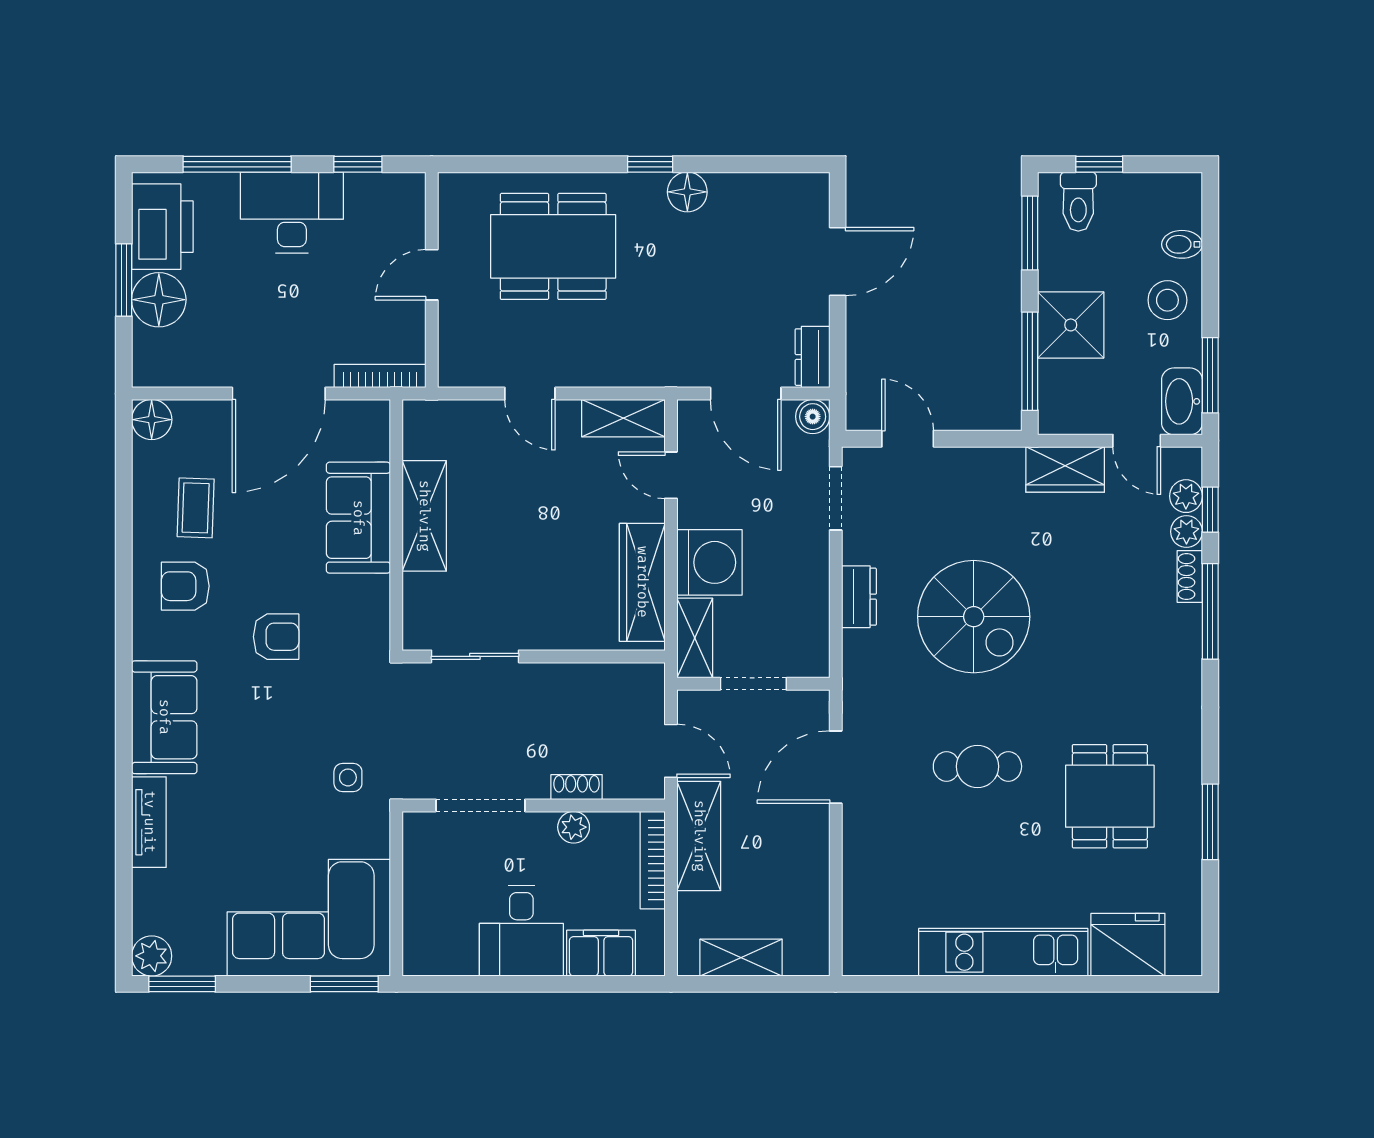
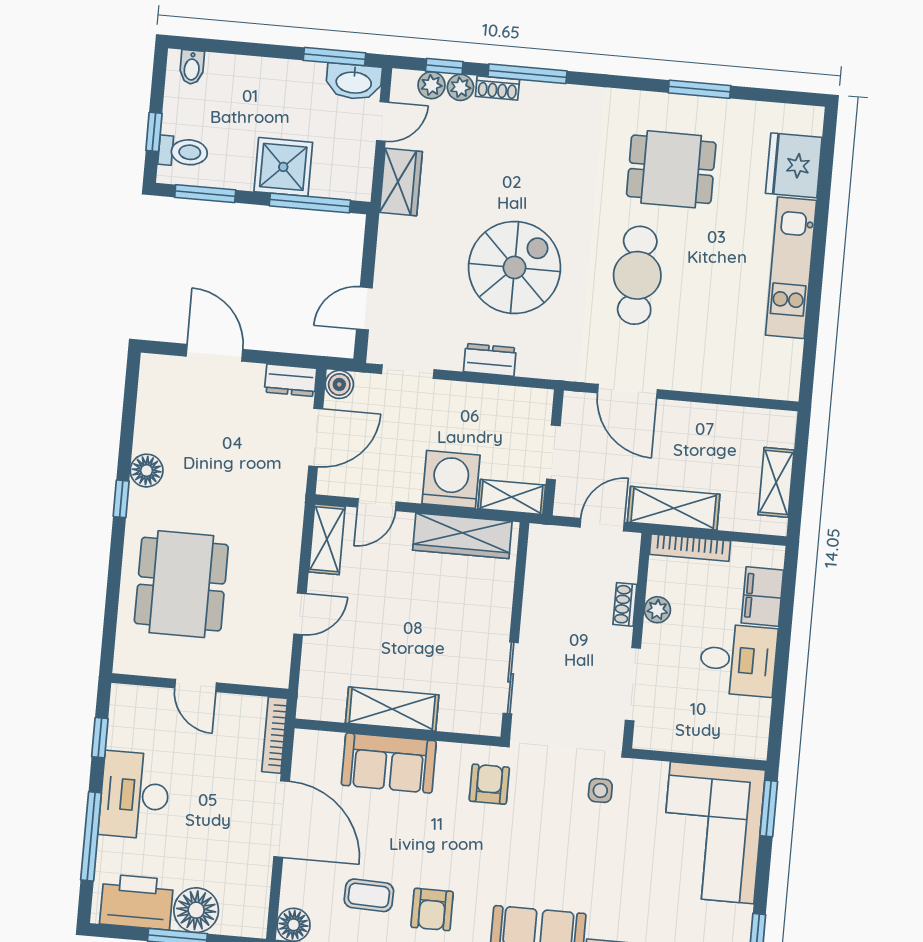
bidet: (1182, 244) -> (192, 67), moved
stool: (1167, 300) -> (270, 86), removed
armchair: (276, 637) -> (489, 784), moved
cafe table: (977, 766) -> (637, 275), width x1.37, depth x1.35

